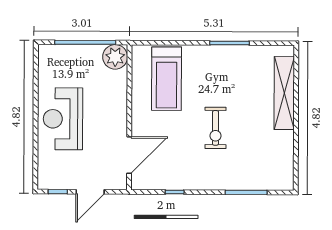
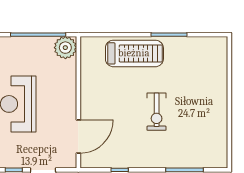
treadmill: (167, 79) -> (134, 53), moved, turned -90
shelving: (284, 93) -> (219, 80), removed

